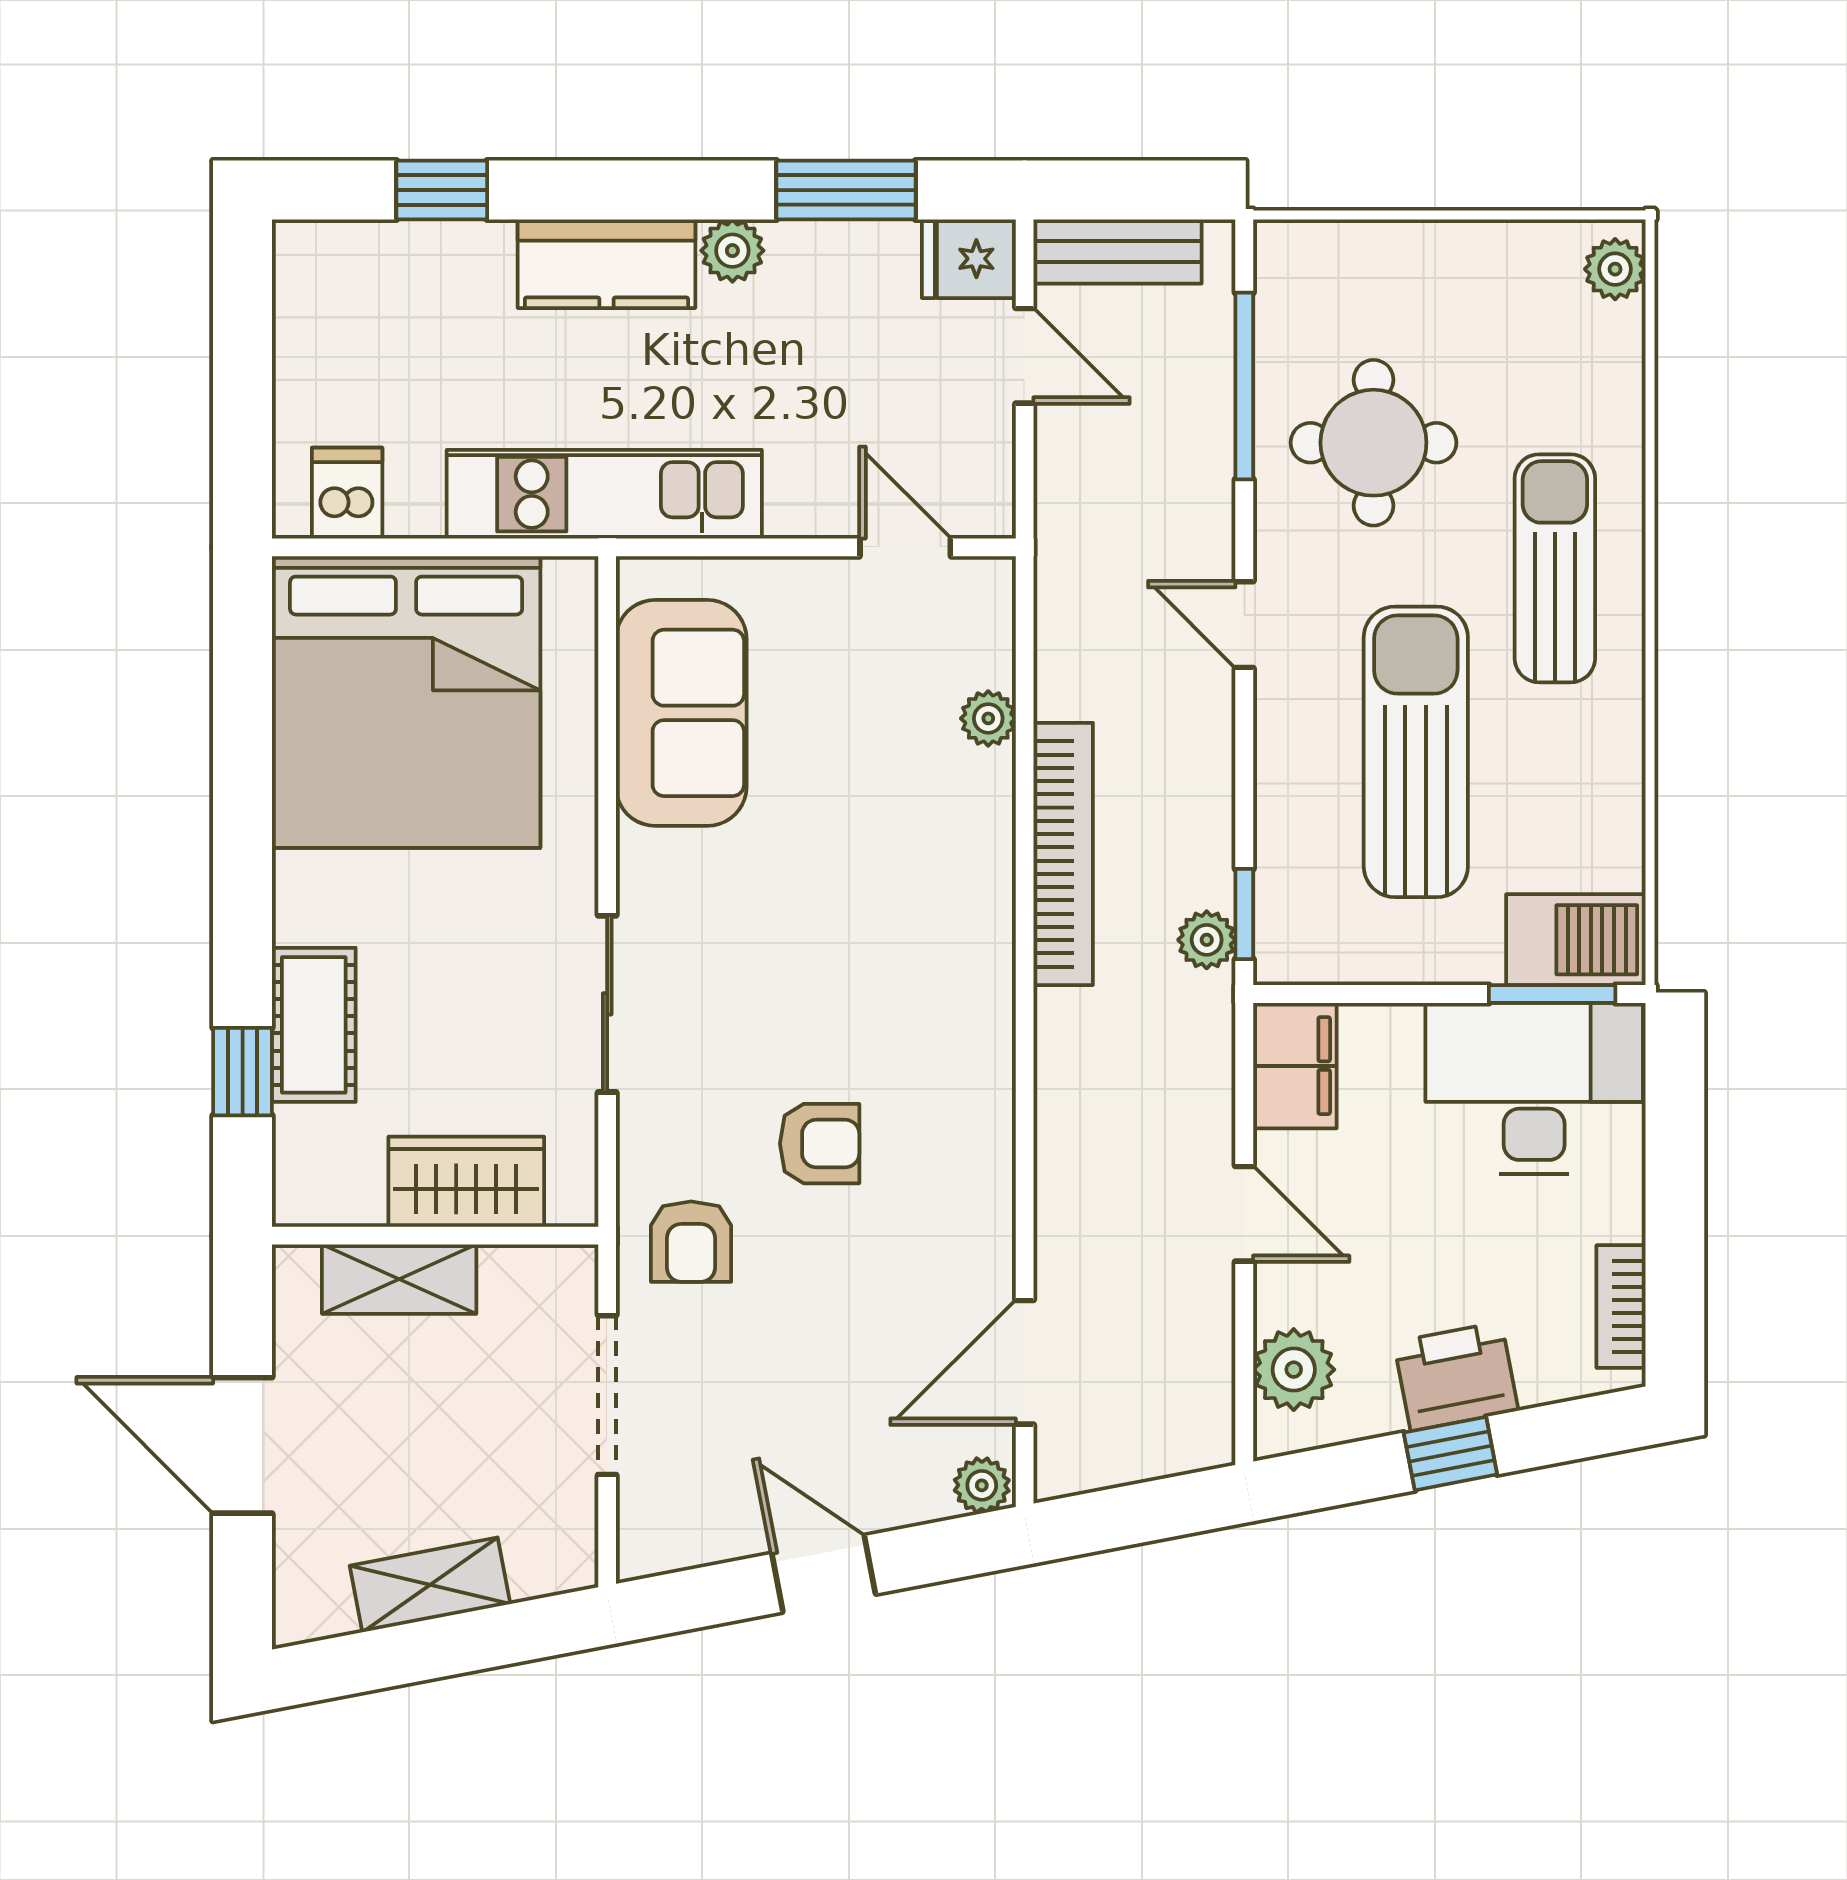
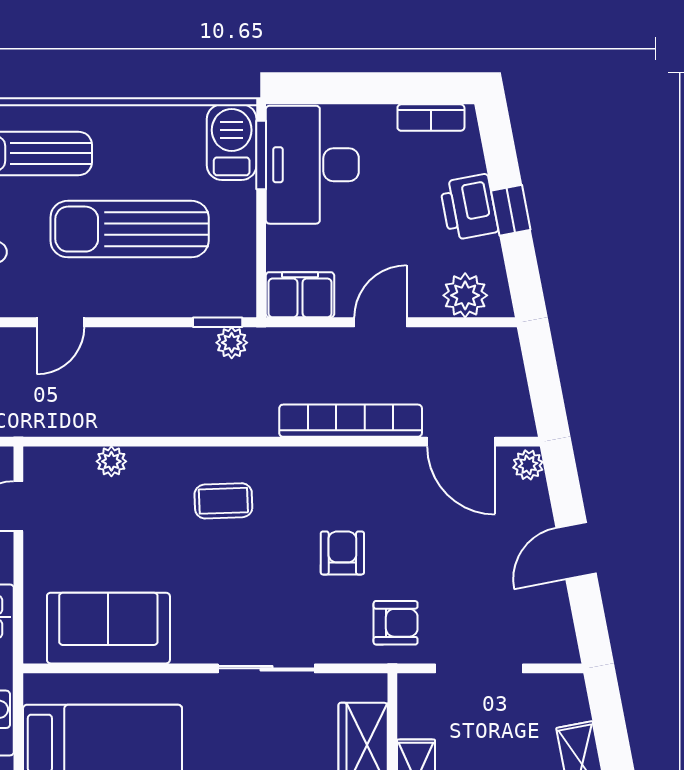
bookcase: (1063, 854) -> (351, 421), moved
coffee table: (915, 925) -> (223, 501), added

